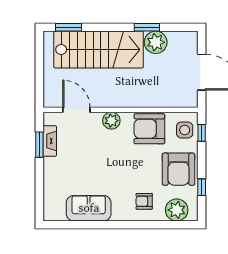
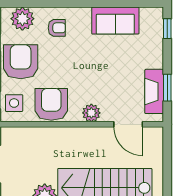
armchair: (149, 129) -> (51, 104), turned -90
fireplace: (50, 141) -> (154, 91), width x1.37, depth x1.32
window: (39, 201) -> (167, 29), added

